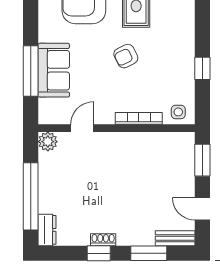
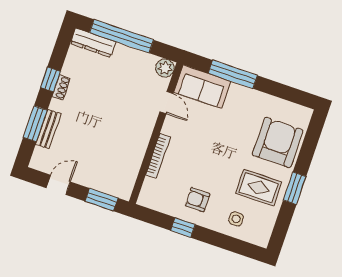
armchair: (126, 56) -> (198, 200), moved, turned -64
sofa: (54, 70) -> (202, 87), moved
side table: (178, 112) -> (236, 219), moved
dresser: (47, 230) -> (93, 43), width x1.44
bench: (175, 238) -> (48, 129), moved

